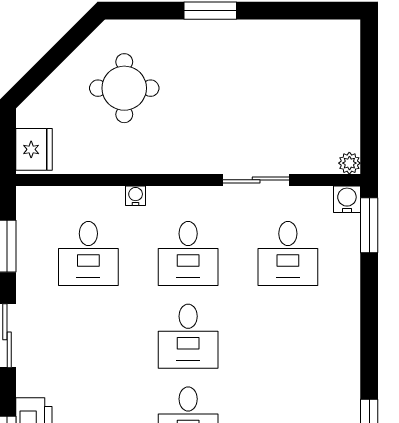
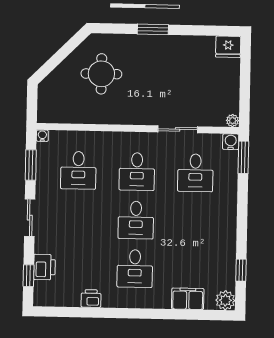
fridge: (34, 149) -> (228, 47), moved, turned 90
water cooler: (136, 196) -> (42, 136), moved

